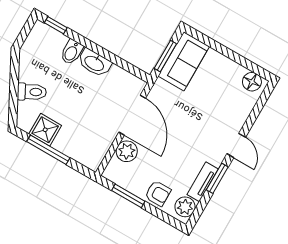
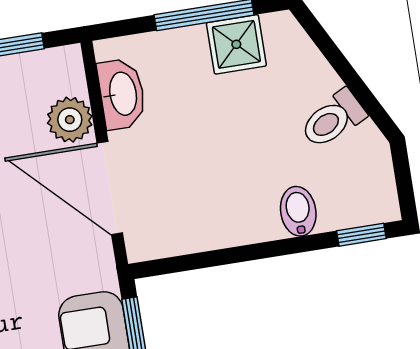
washbasin: (94, 63) -> (122, 94), moved, turned 90
toilet: (32, 92) -> (333, 119), moved

